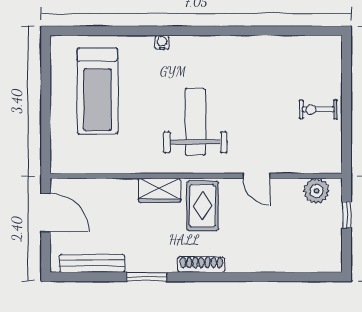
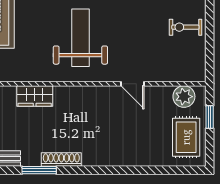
wardrobe: (159, 190) -> (35, 96), moved
rug: (203, 206) -> (186, 137), moved
shoe rack: (201, 265) -> (61, 160), moved

